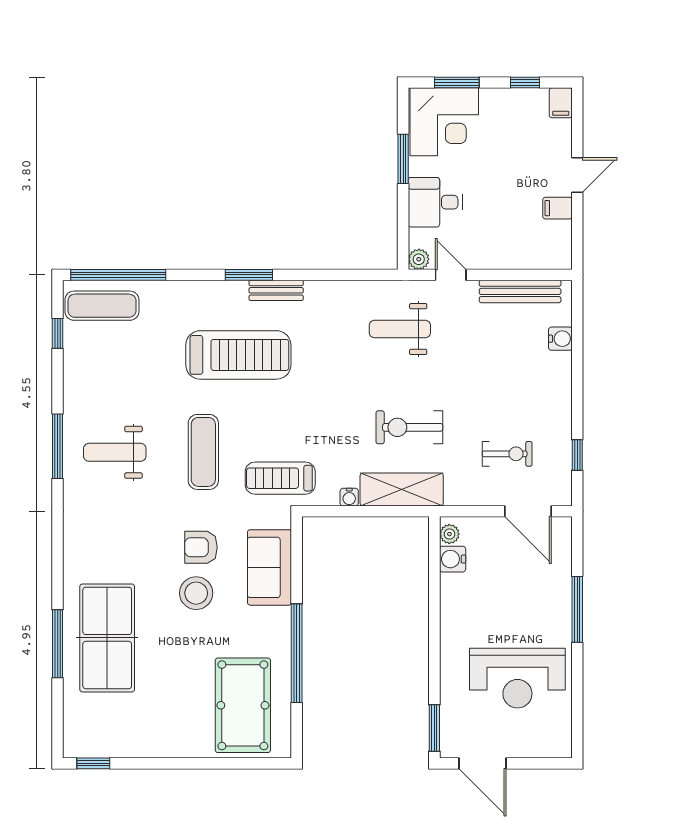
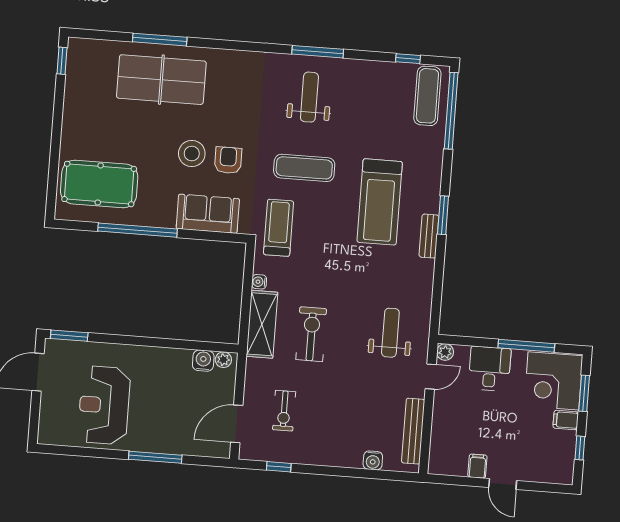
filing cabinet: (561, 103) -> (566, 420), moved
window: (403, 159) -> (526, 346), width x1.44

